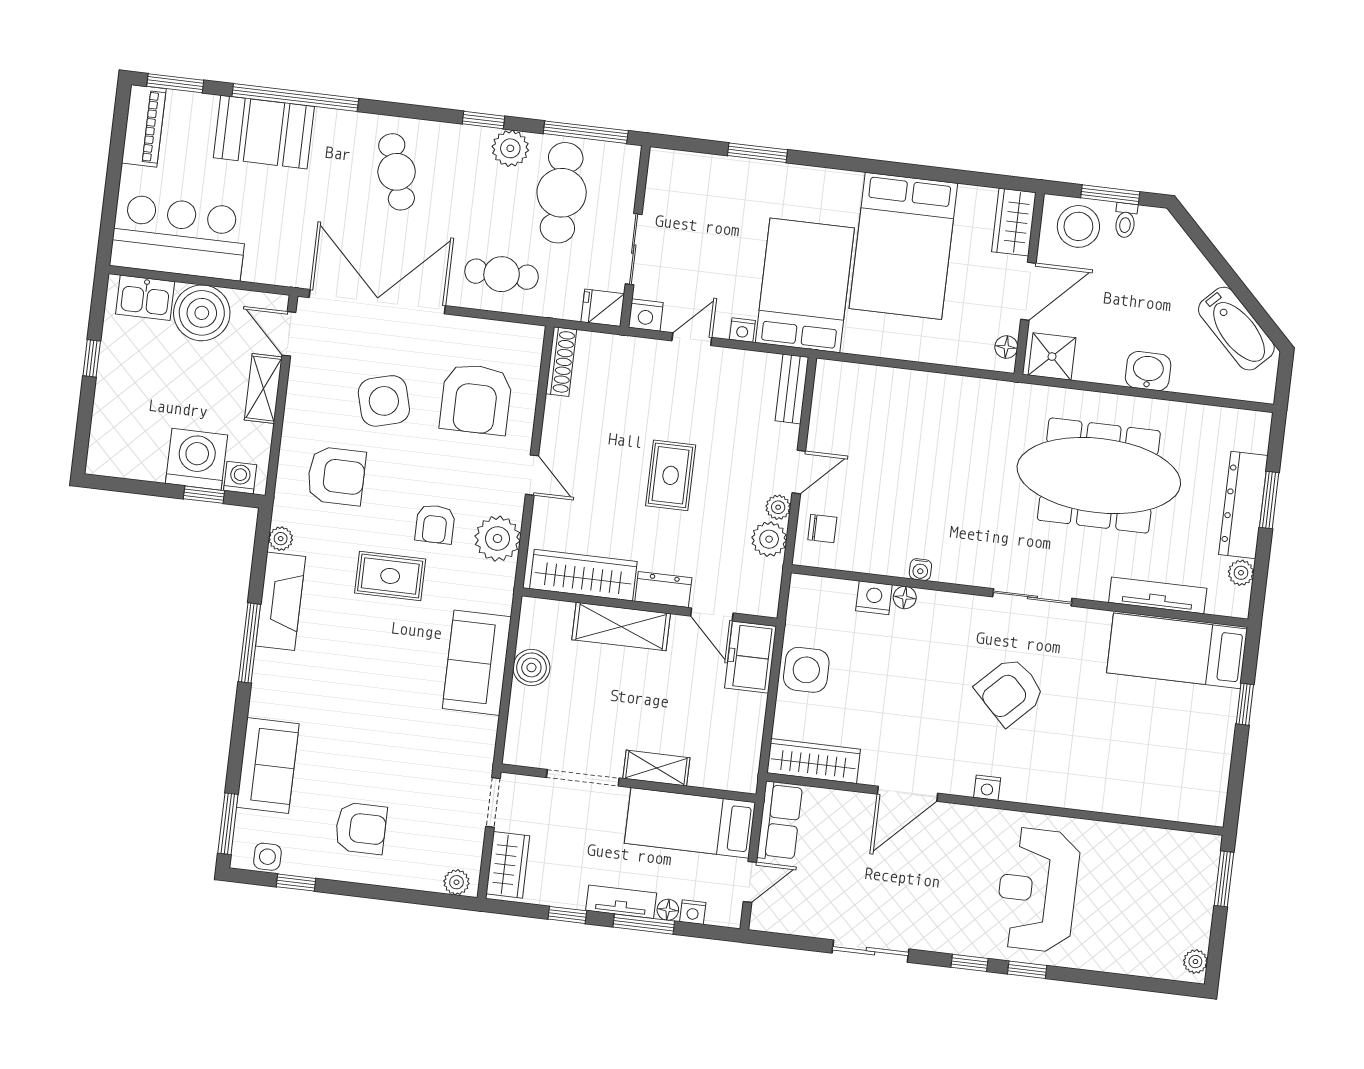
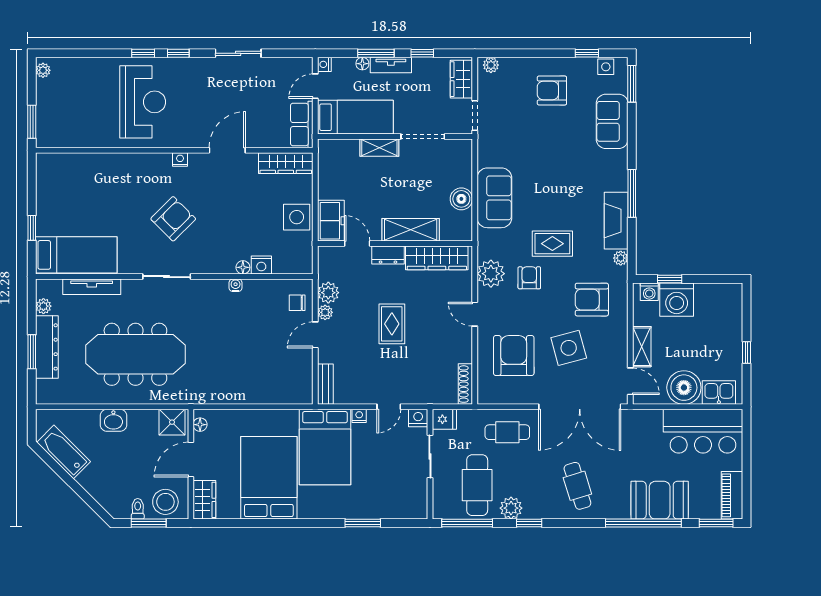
nightstand: (693, 912) -> (324, 64), moved, turned -90

